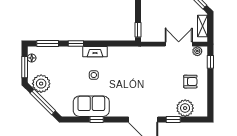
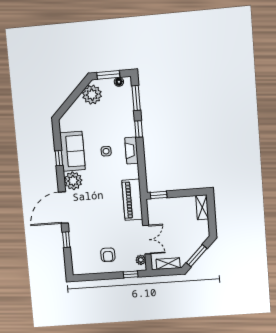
piano: (141, 55) -> (132, 200), added
window: (43, 102) -> (72, 98), removed
plant: (185, 108) -> (73, 181), moved

